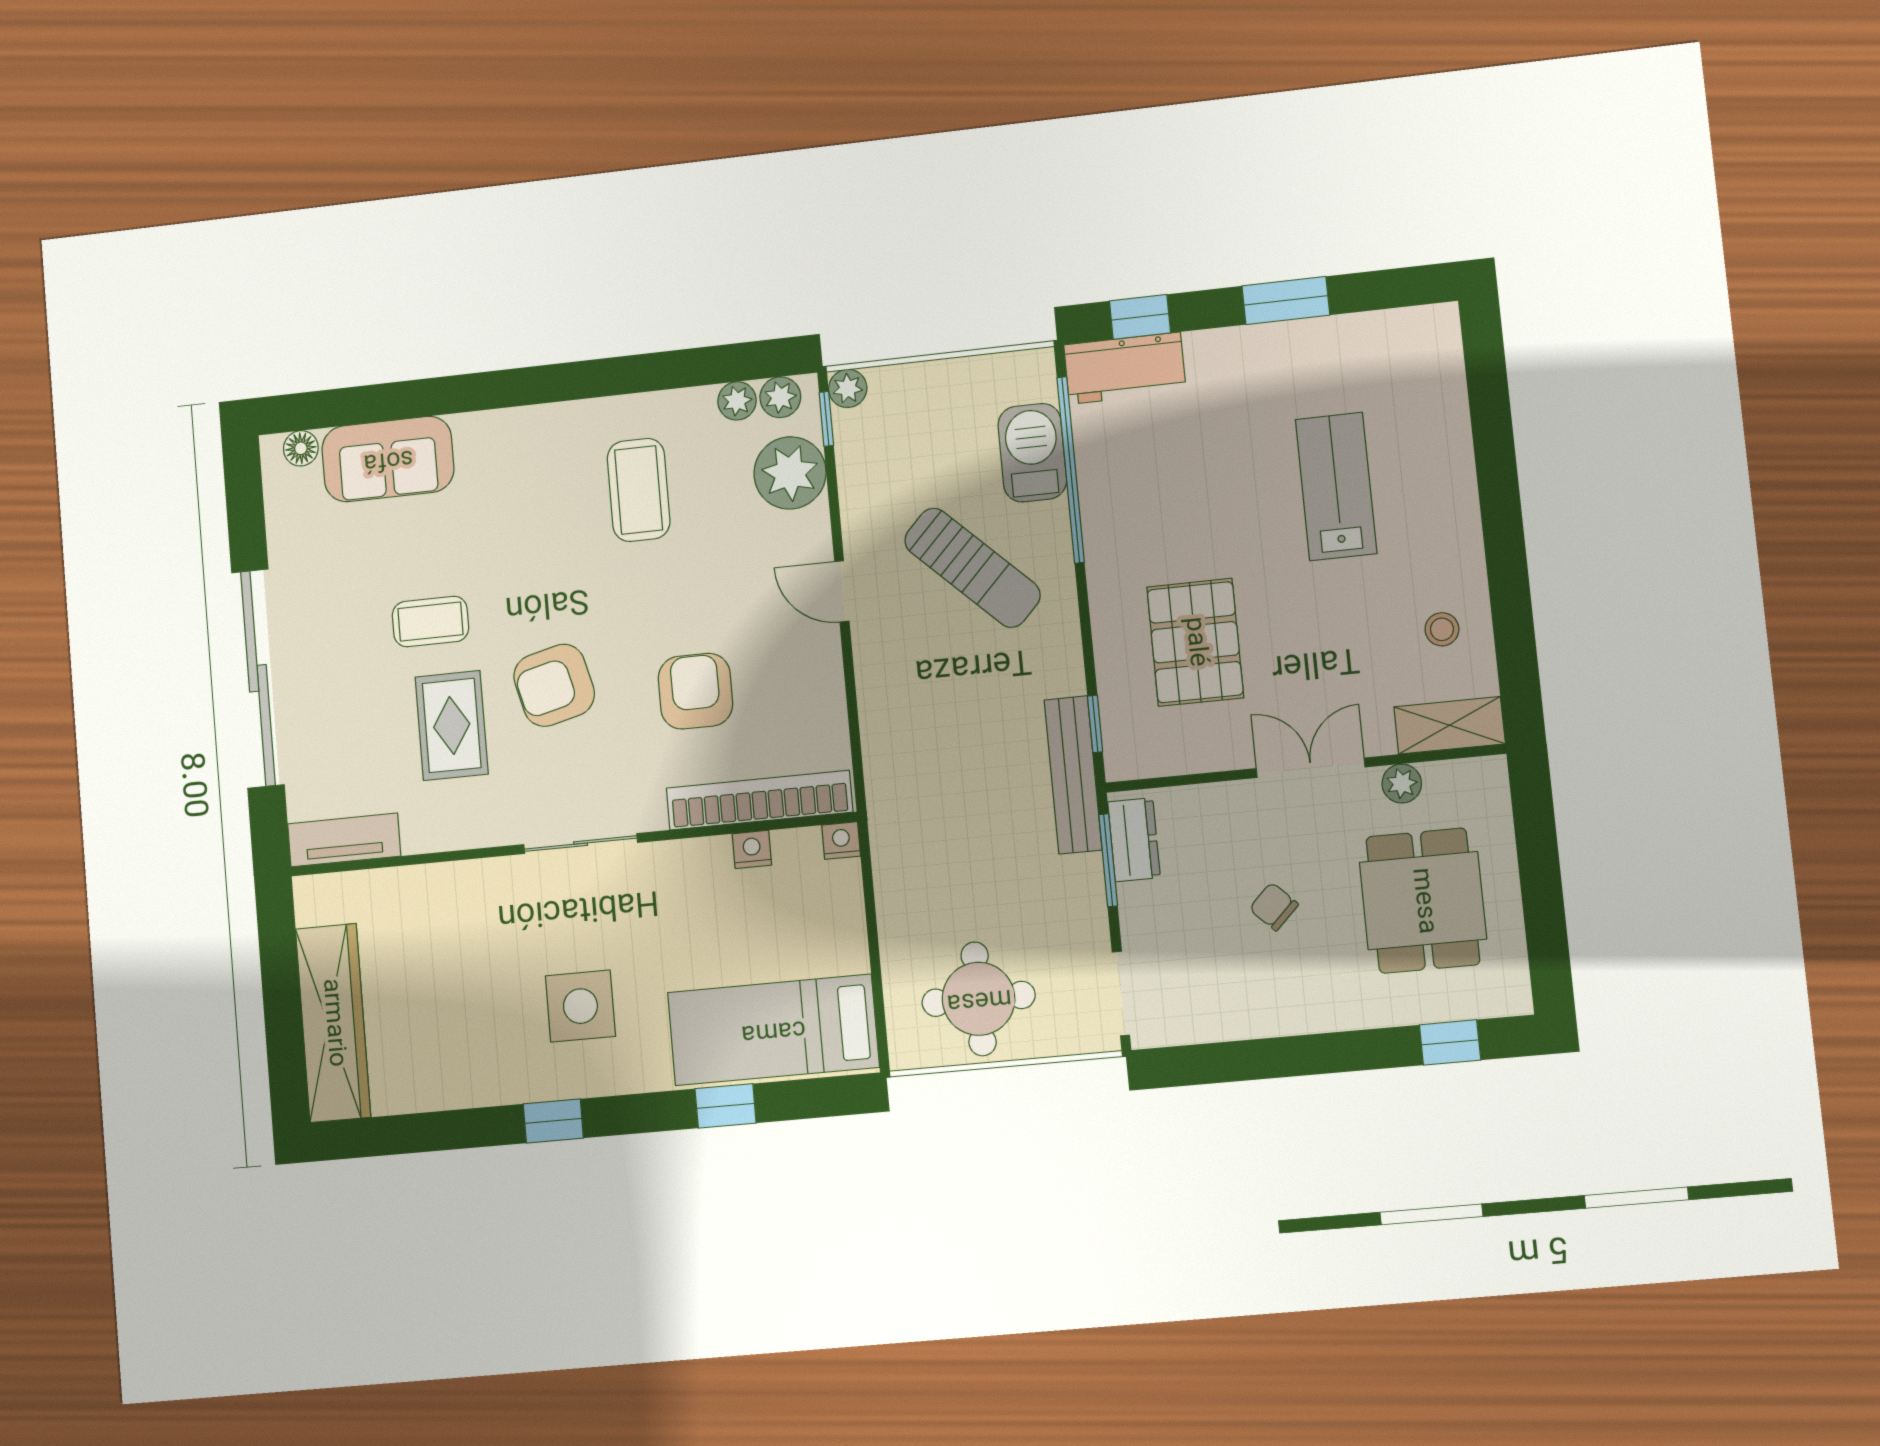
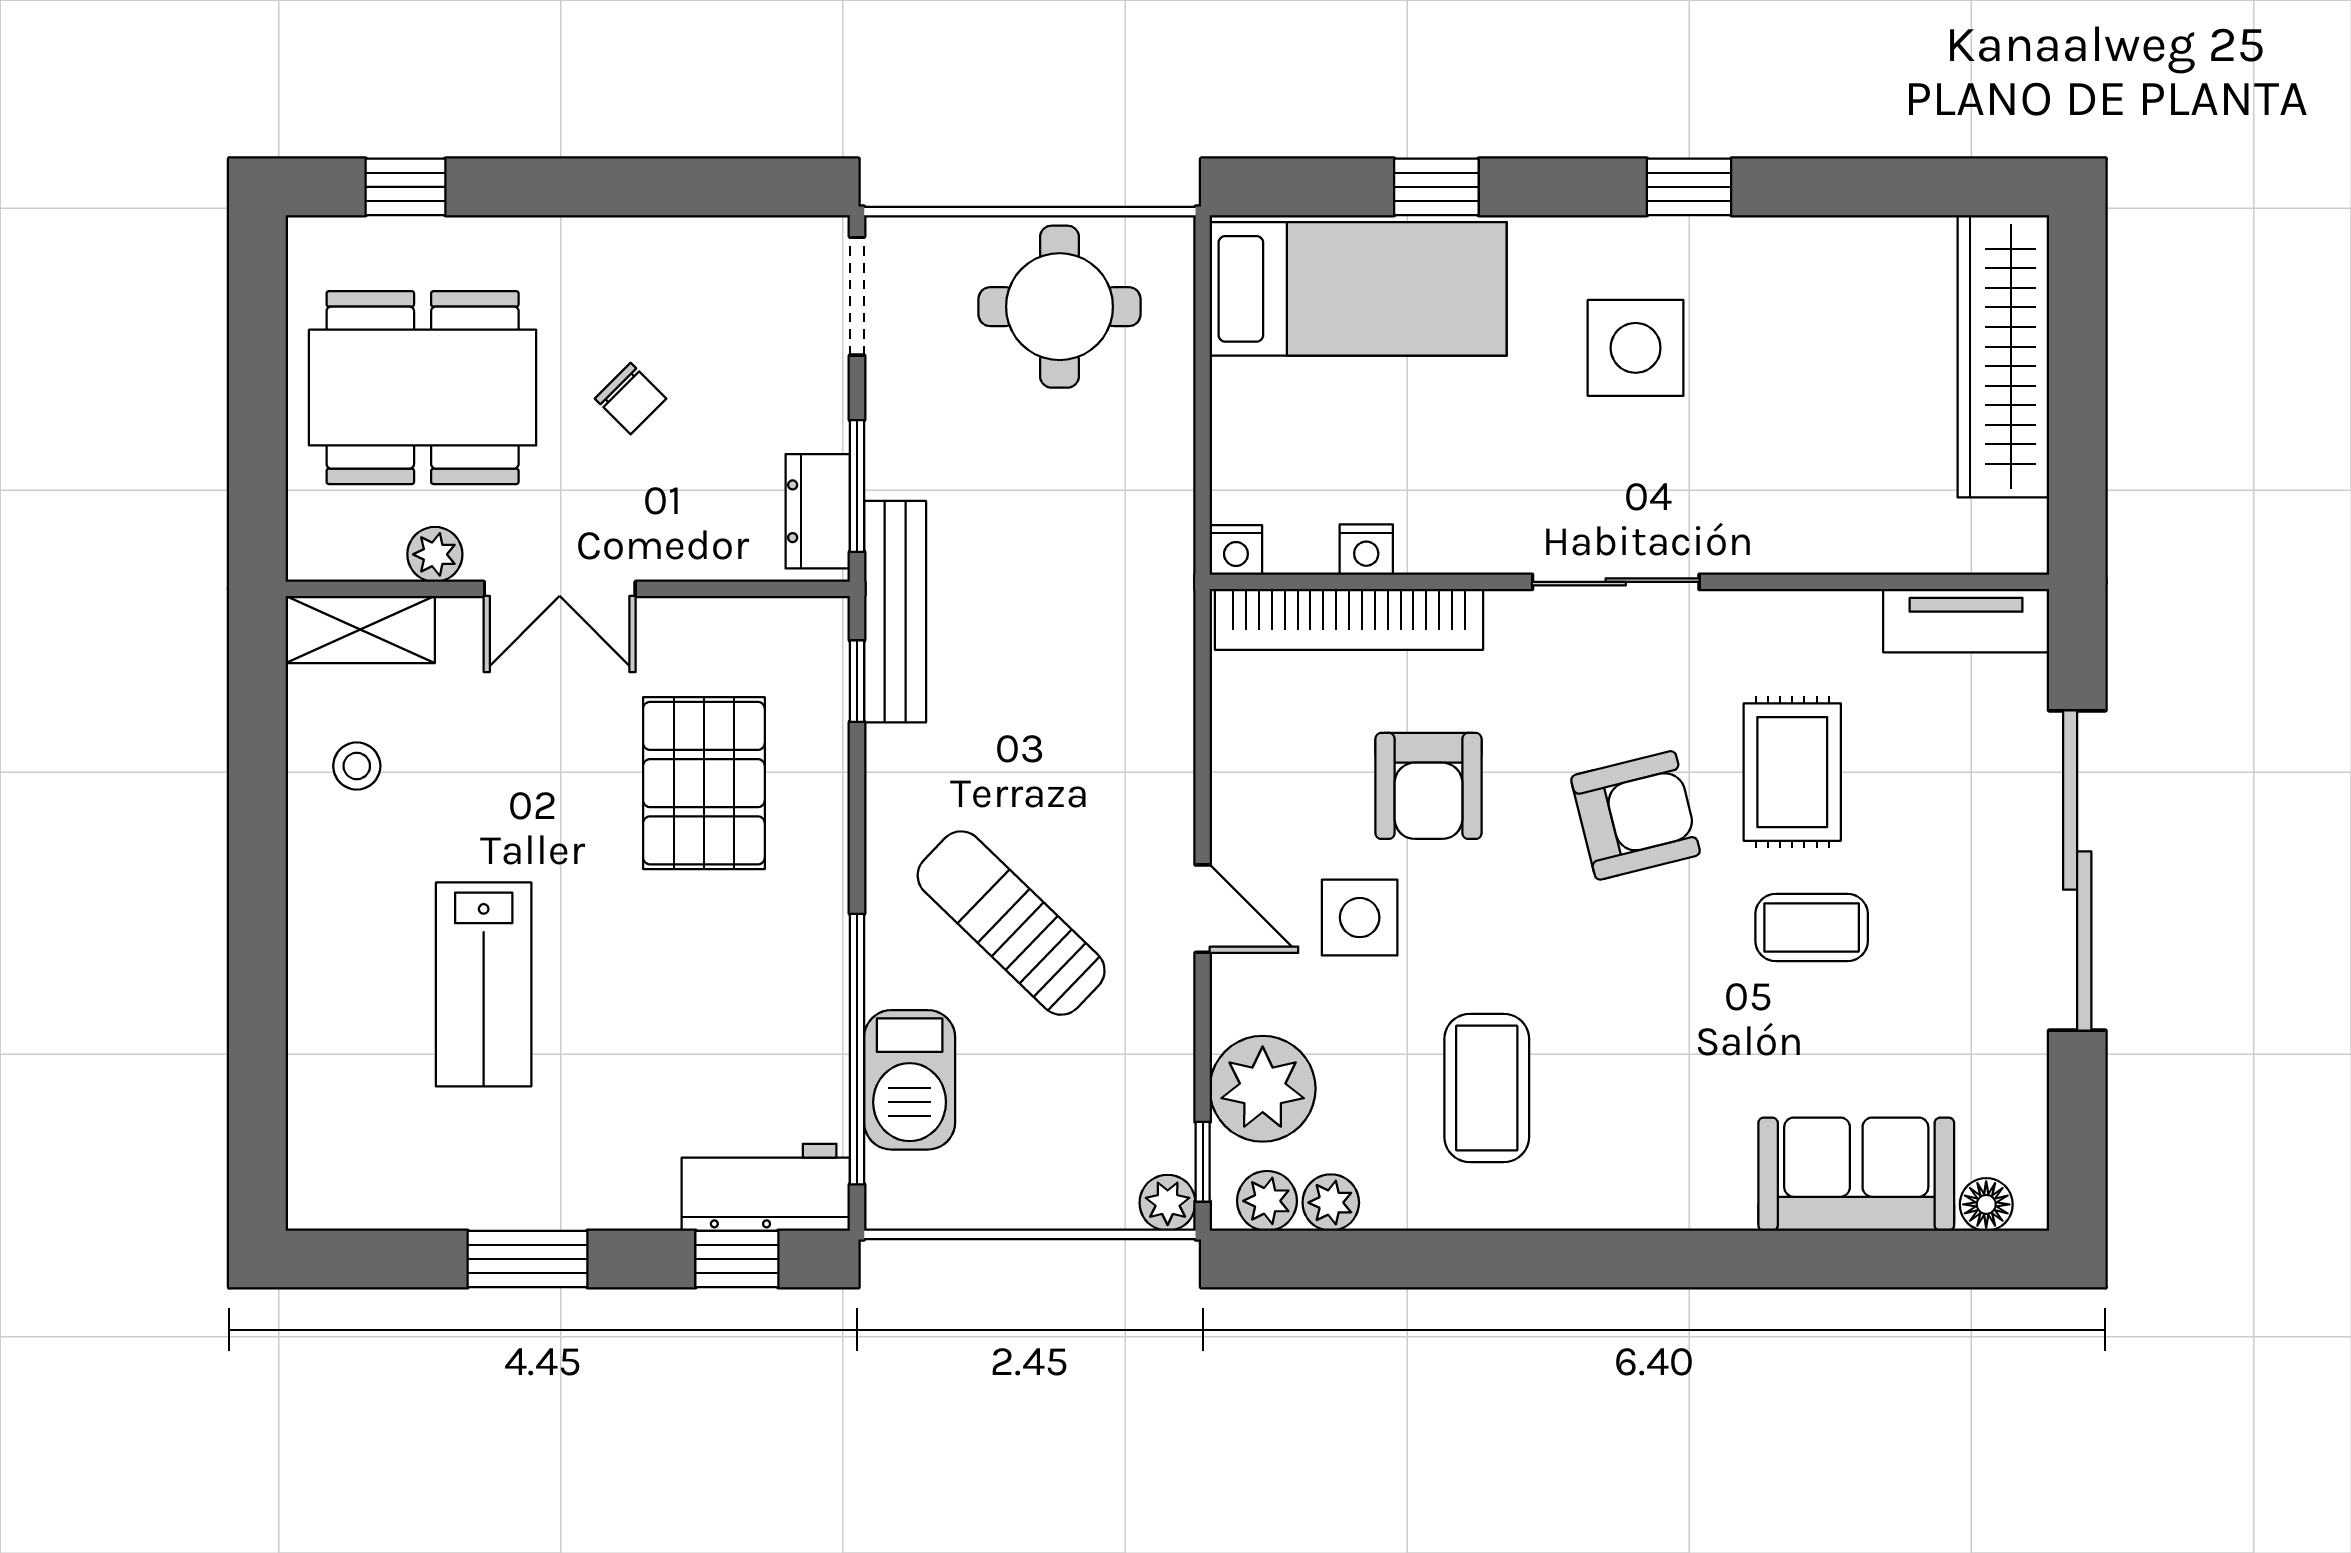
side table: (734, 596) -> (1360, 918), added
dining table: (1423, 901) -> (423, 388), width x1.38

